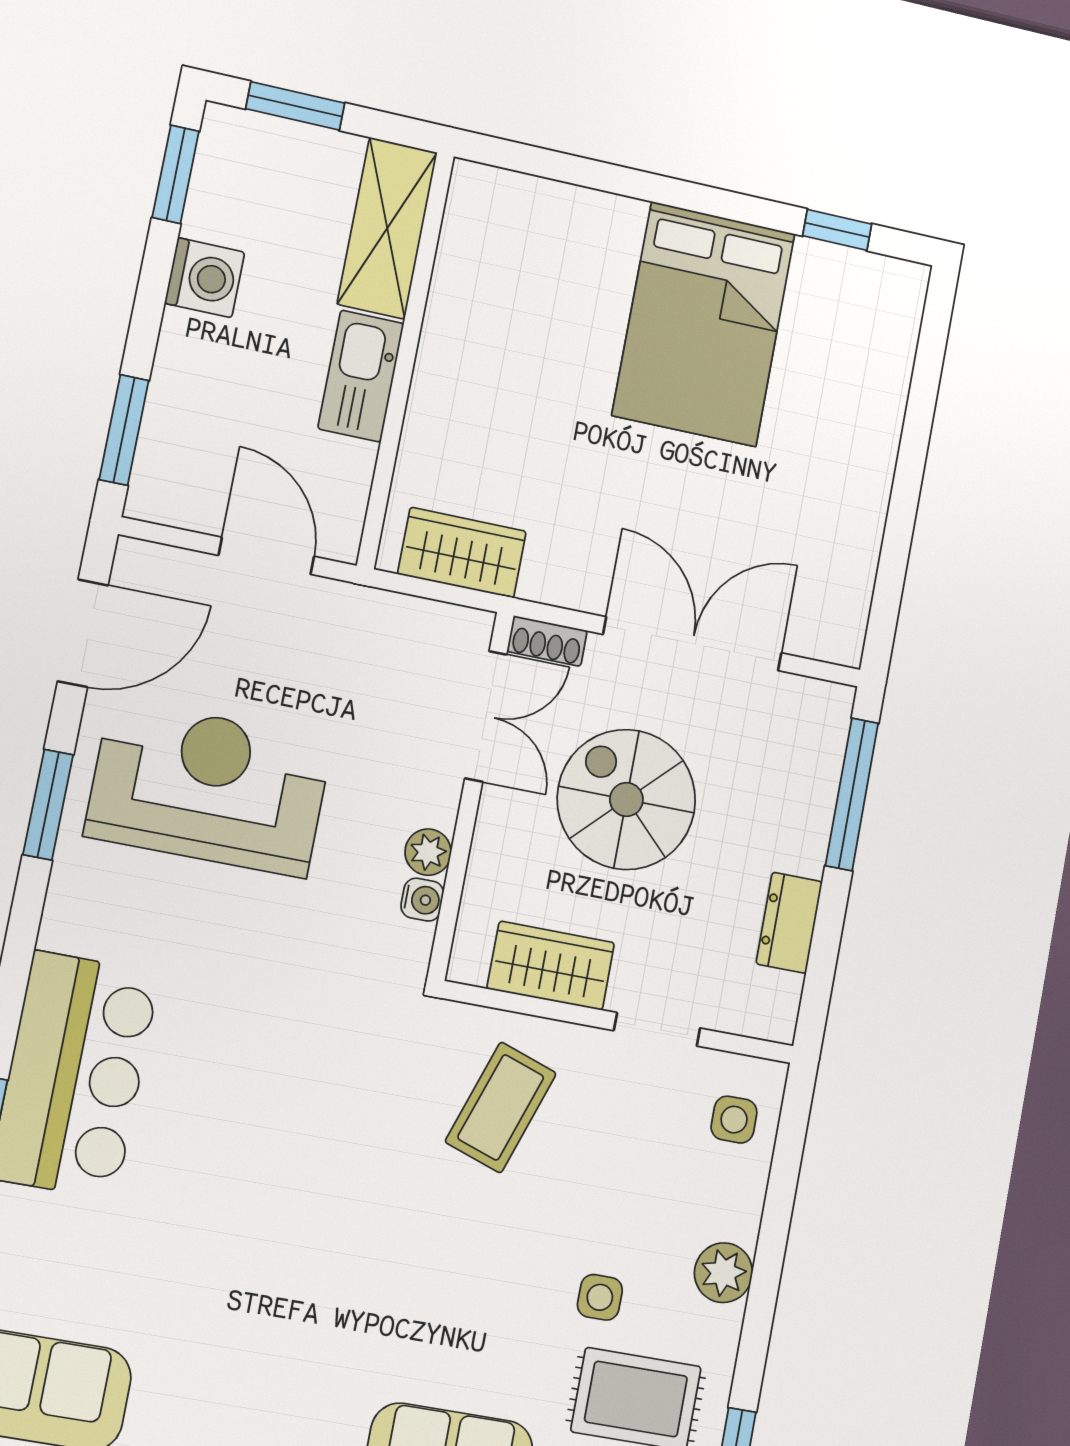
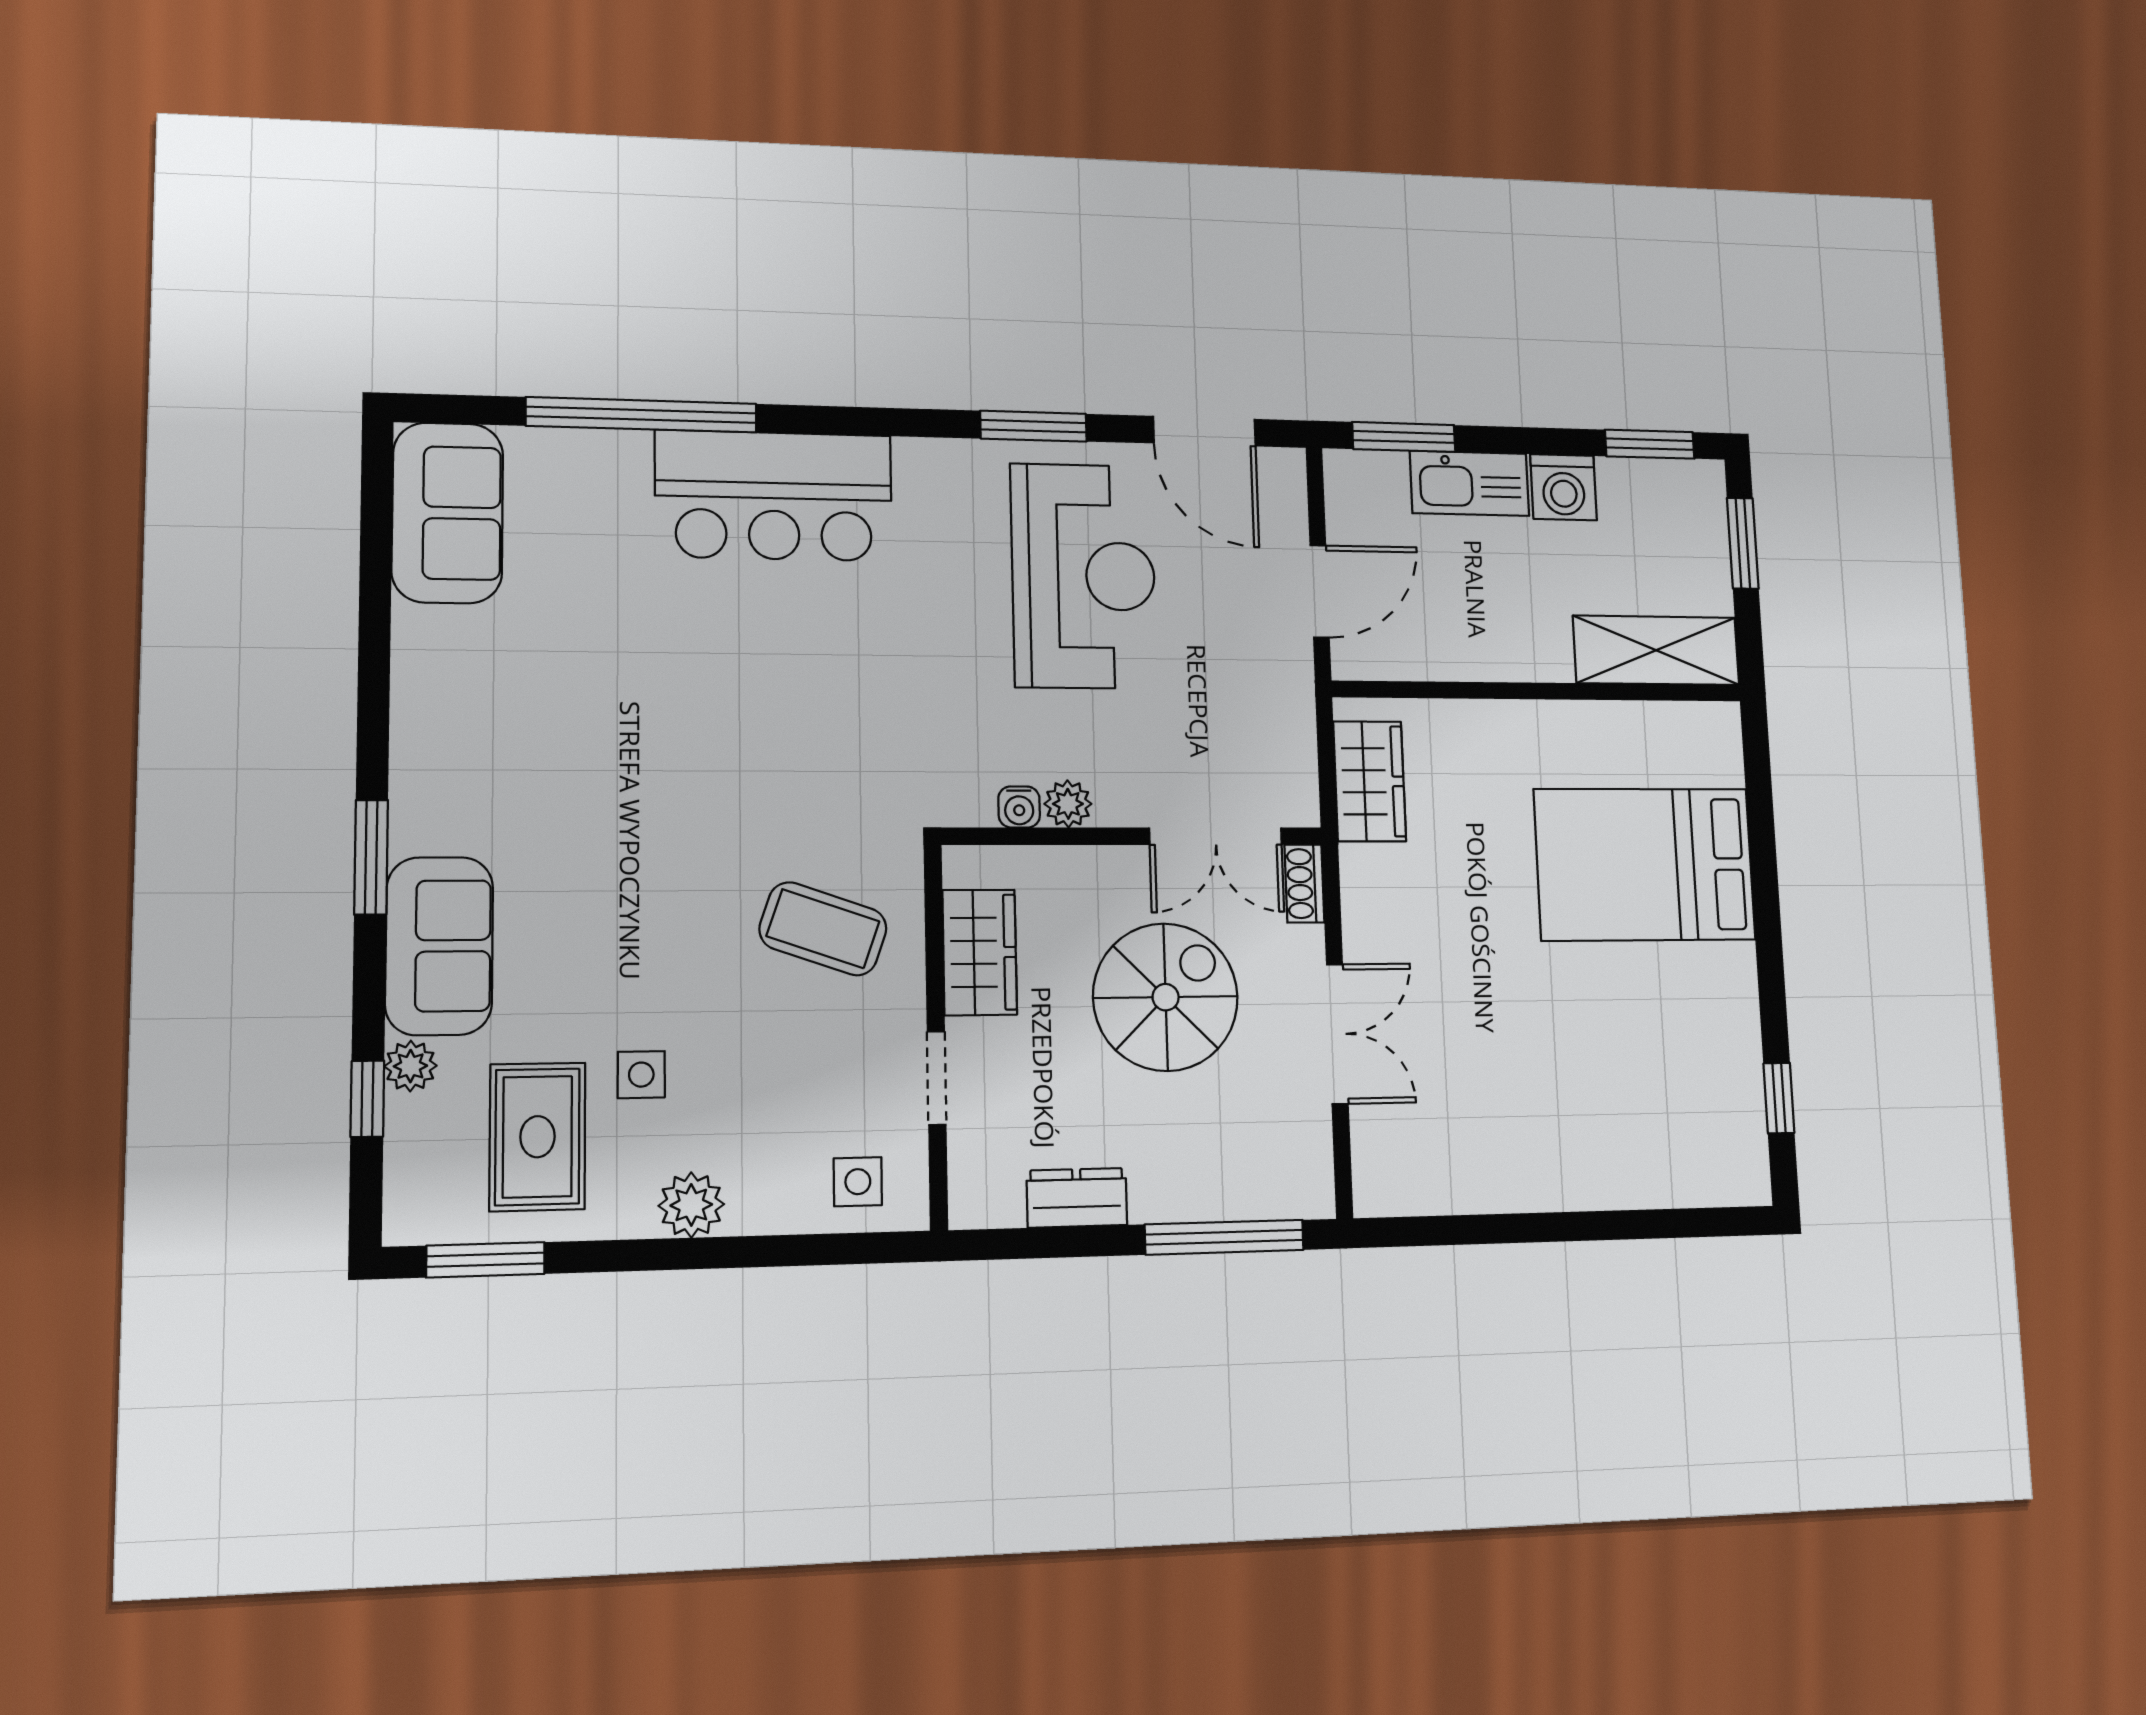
bed: (704, 324) -> (1645, 864), moved
kitchen sink: (361, 376) -> (1469, 483), moved, turned 180
double door: (692, 644) -> (1337, 1034), width x0.73

